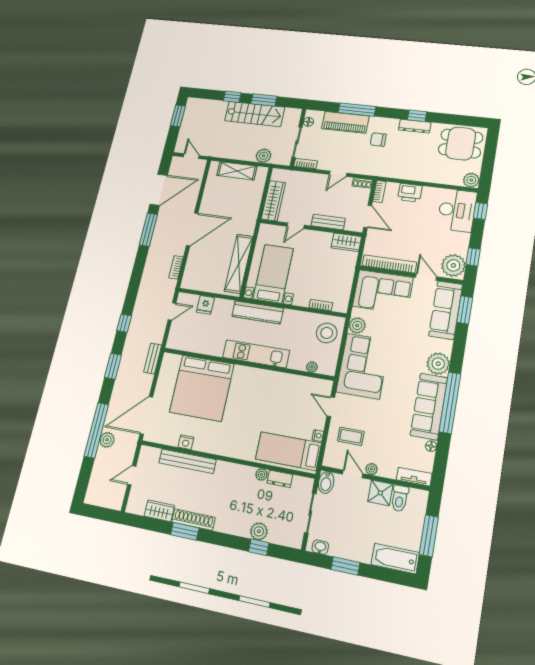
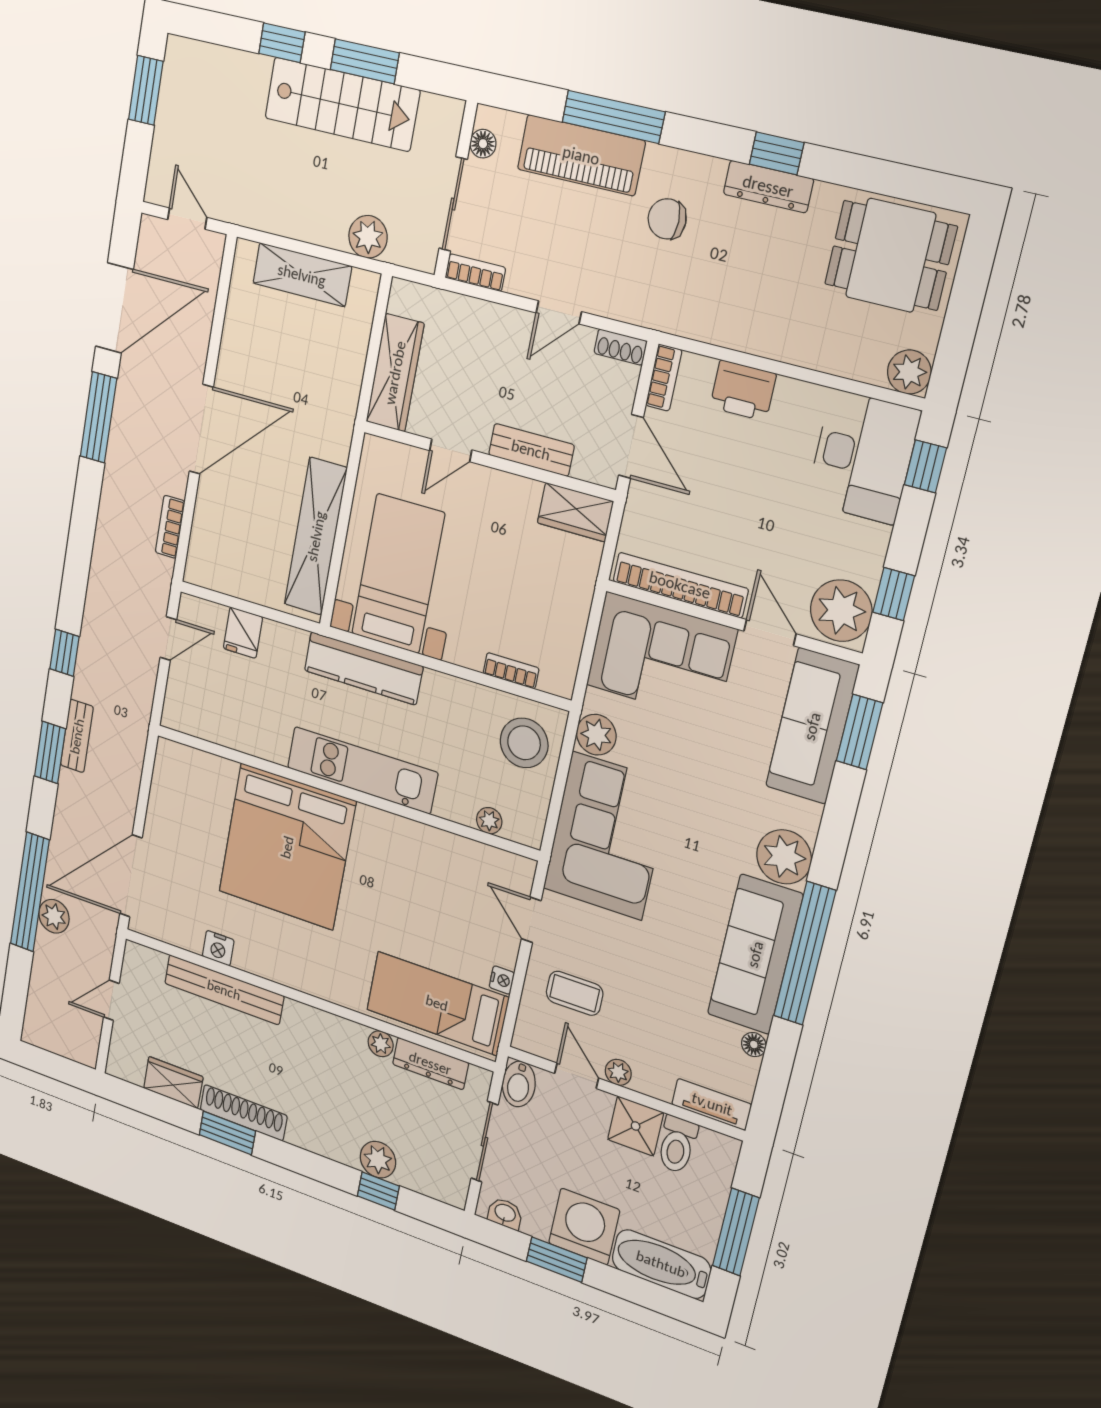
bench: (153, 359) -> (77, 736), moved
bed: (202, 388) -> (287, 847), moved
dresser: (280, 479) -> (430, 1063), width x1.44
washing machine: (358, 547) -> (584, 1227), added

